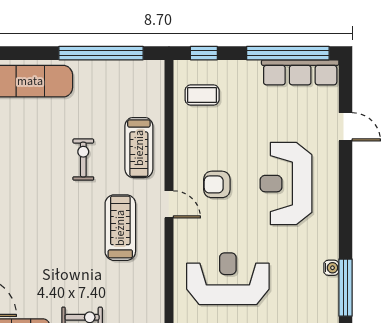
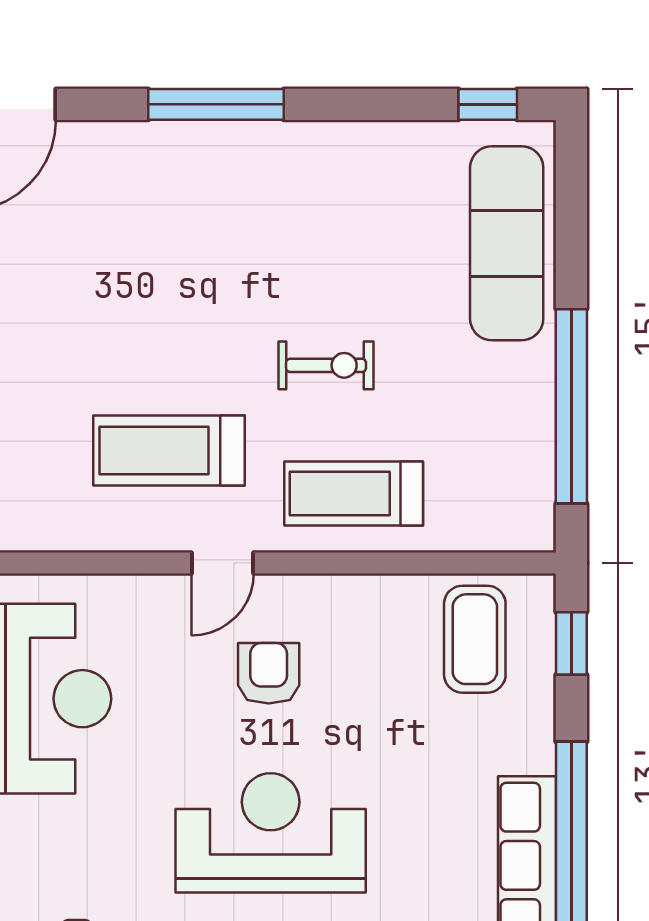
coffee table: (202, 95) -> (475, 639), width x1.36, depth x1.30
treadmill: (120, 228) -> (169, 451), turned 180

